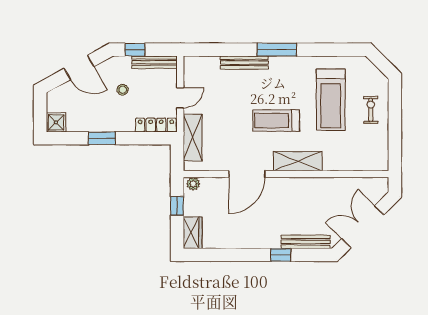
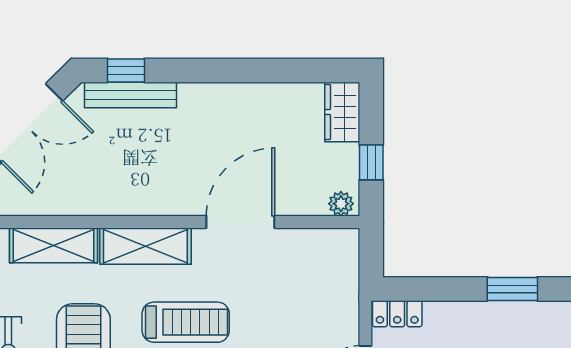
locker: (156, 125) -> (397, 314), width x0.66
shelving: (193, 138) -> (54, 245), moved, turned 90
window: (281, 255) -> (126, 70), moved

